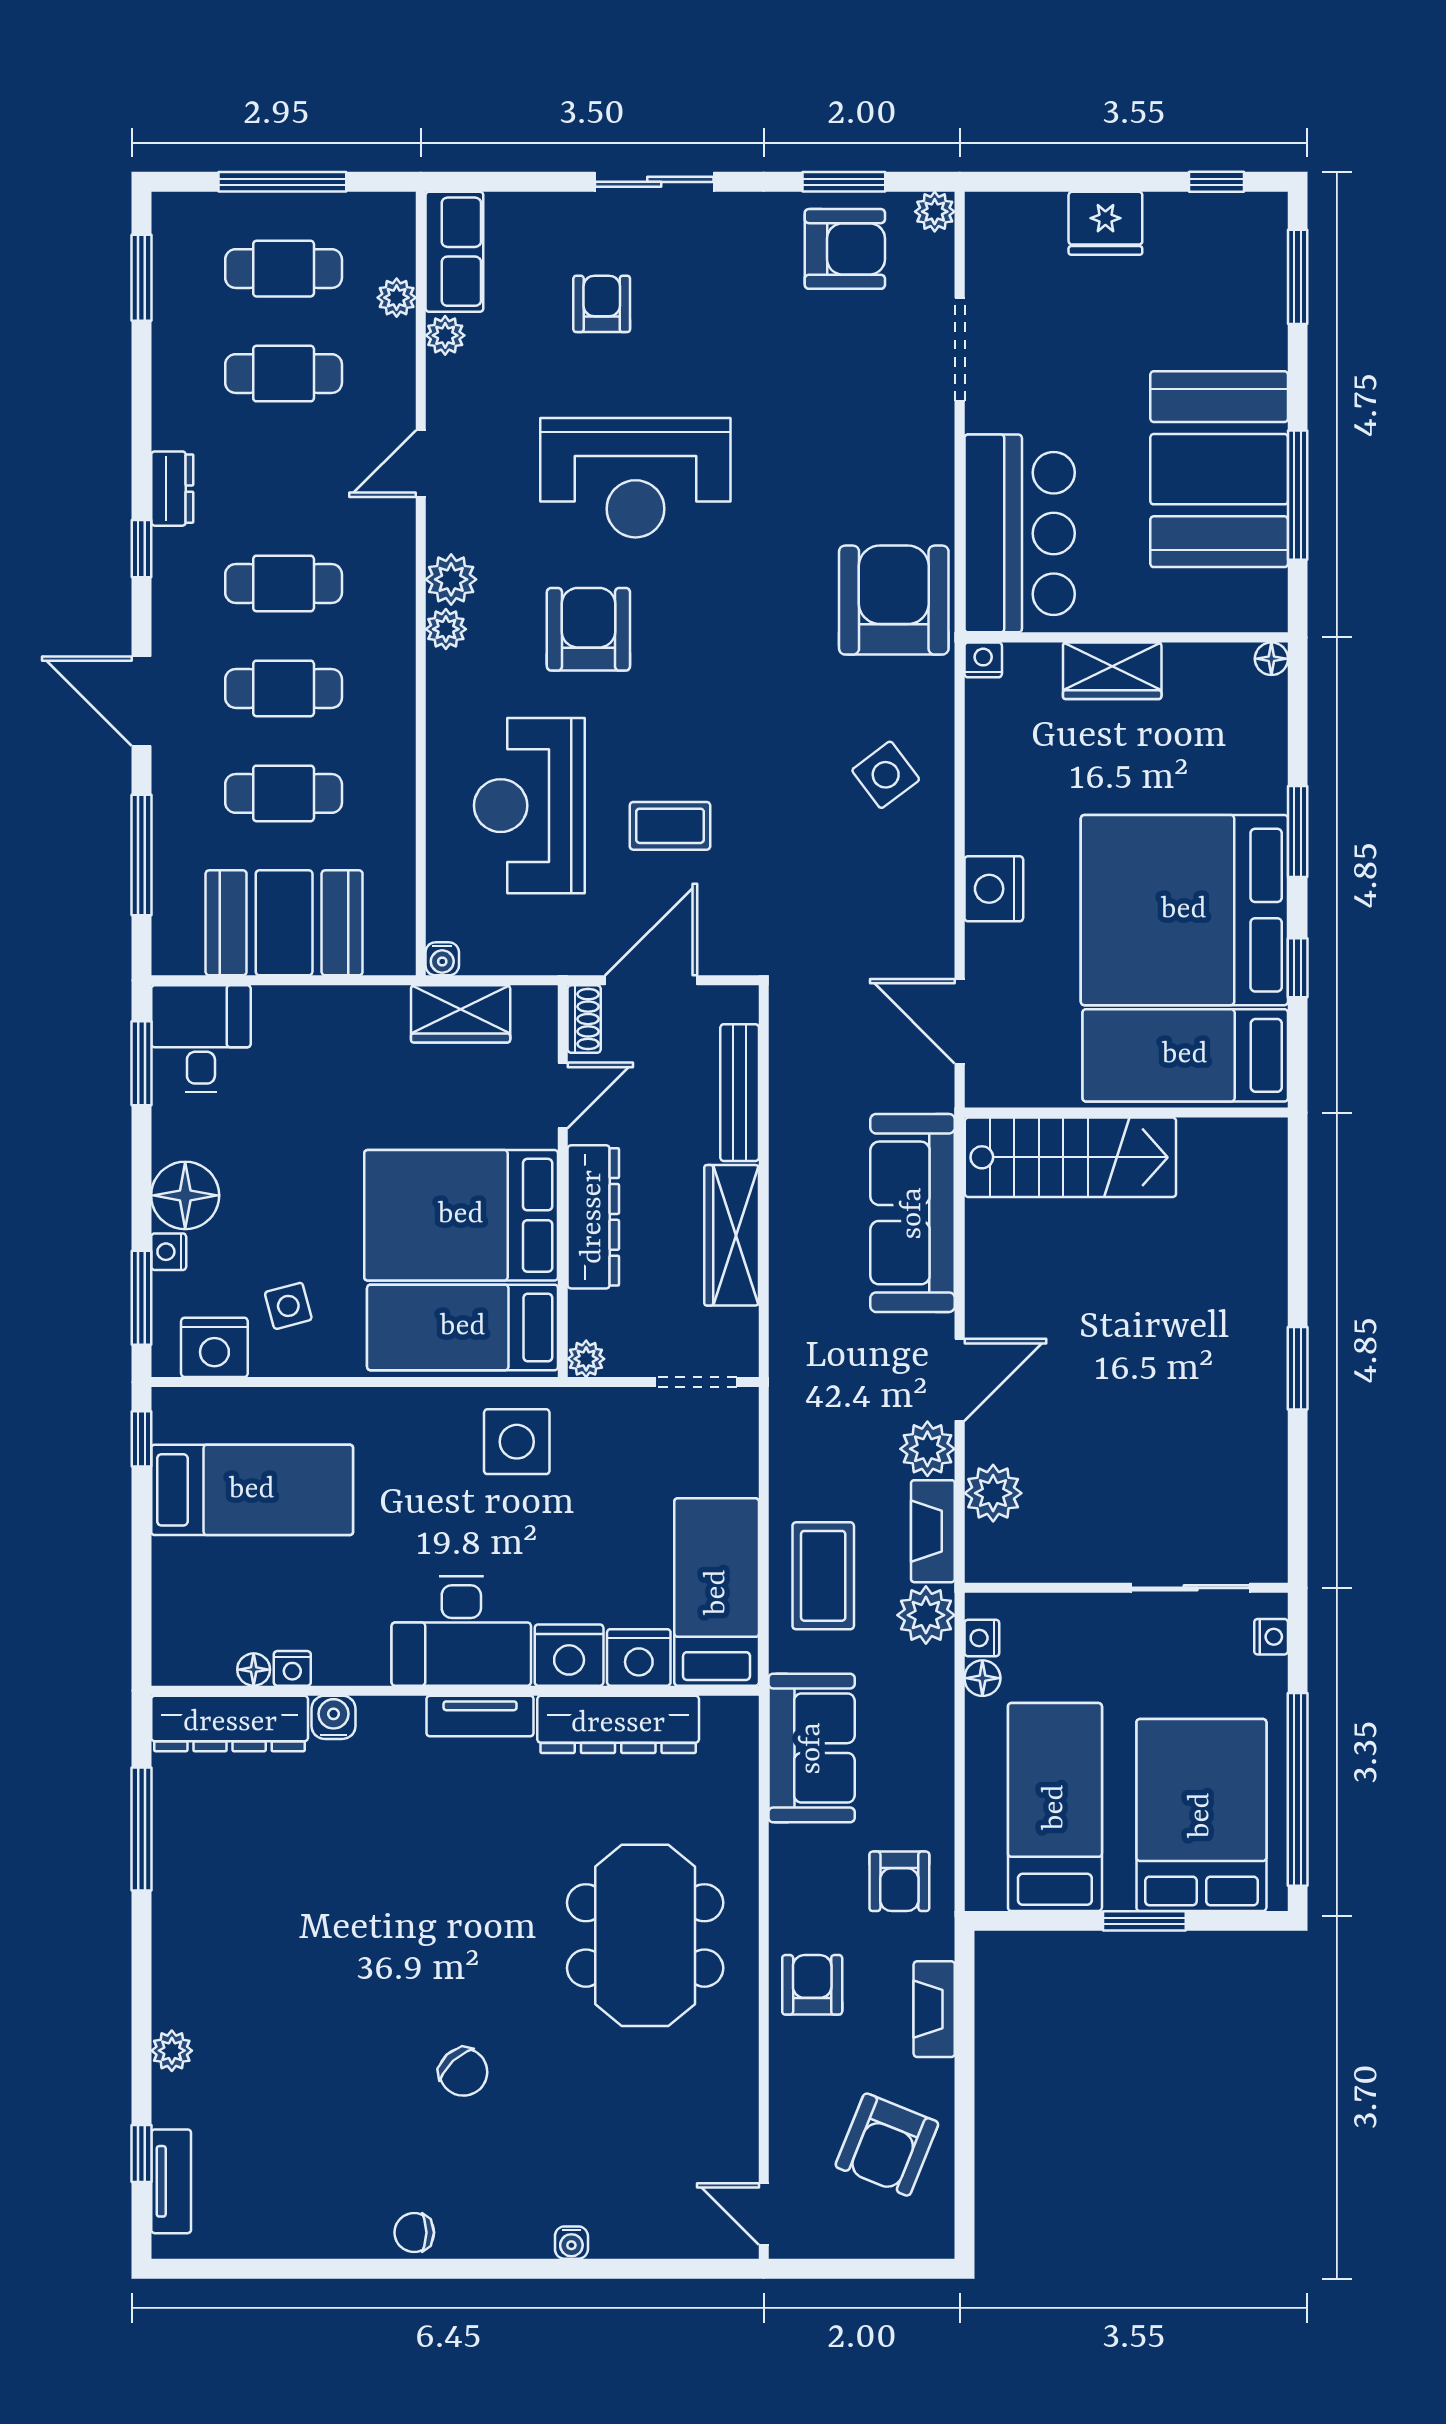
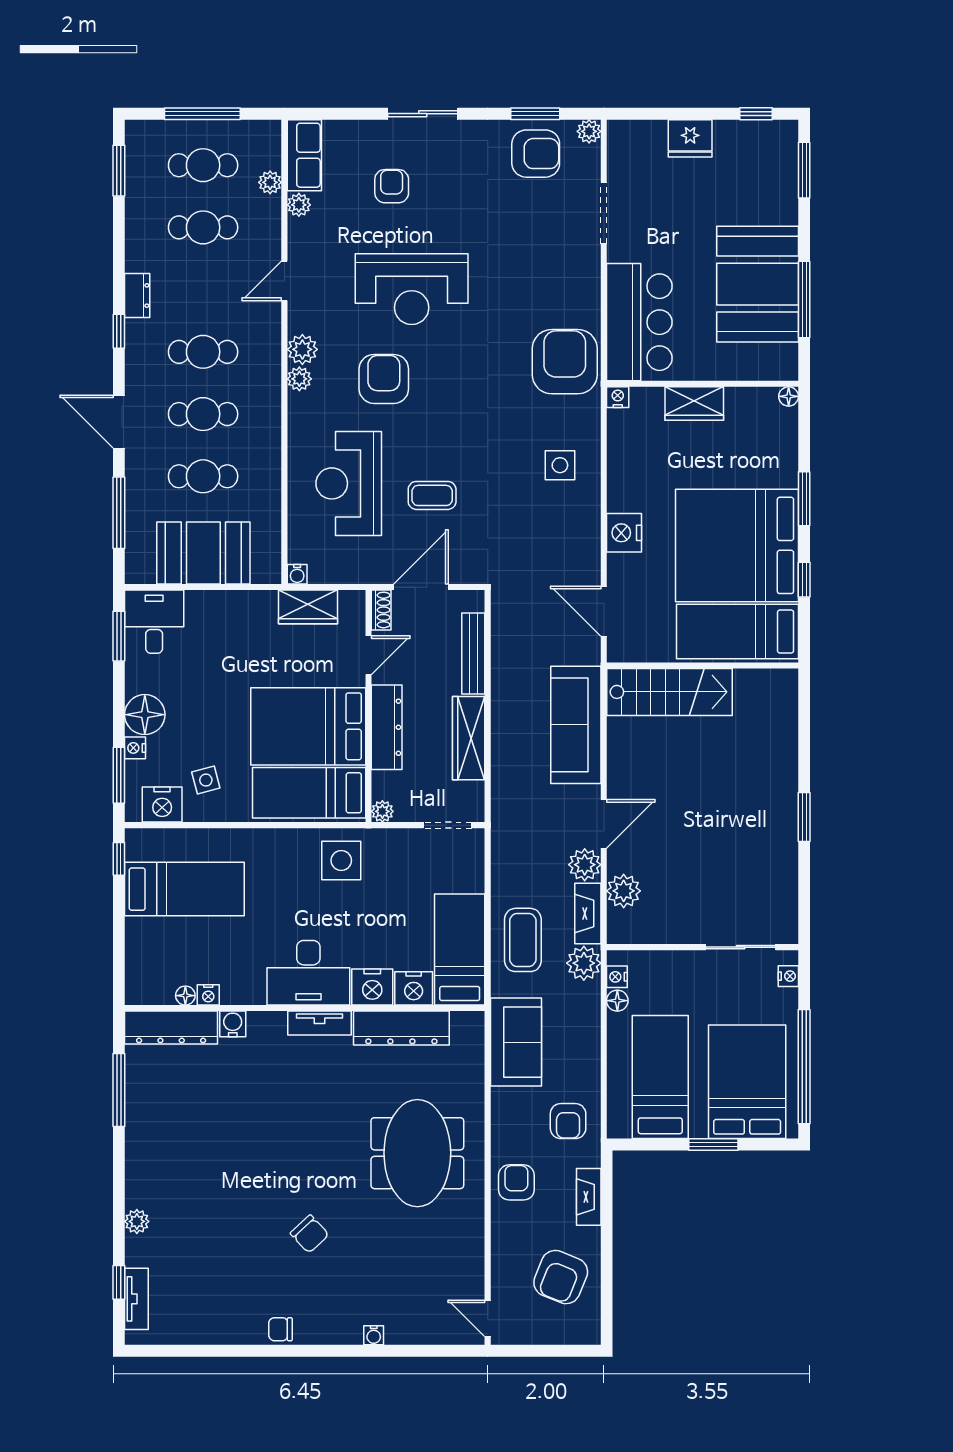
side table: (886, 775) -> (560, 465), turned 37

